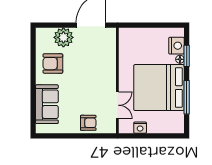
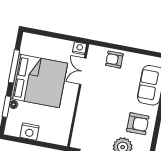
nightstand: (176, 46) -> (30, 132), moved, turned -90
nightstand: (140, 128) -> (80, 48), moved

